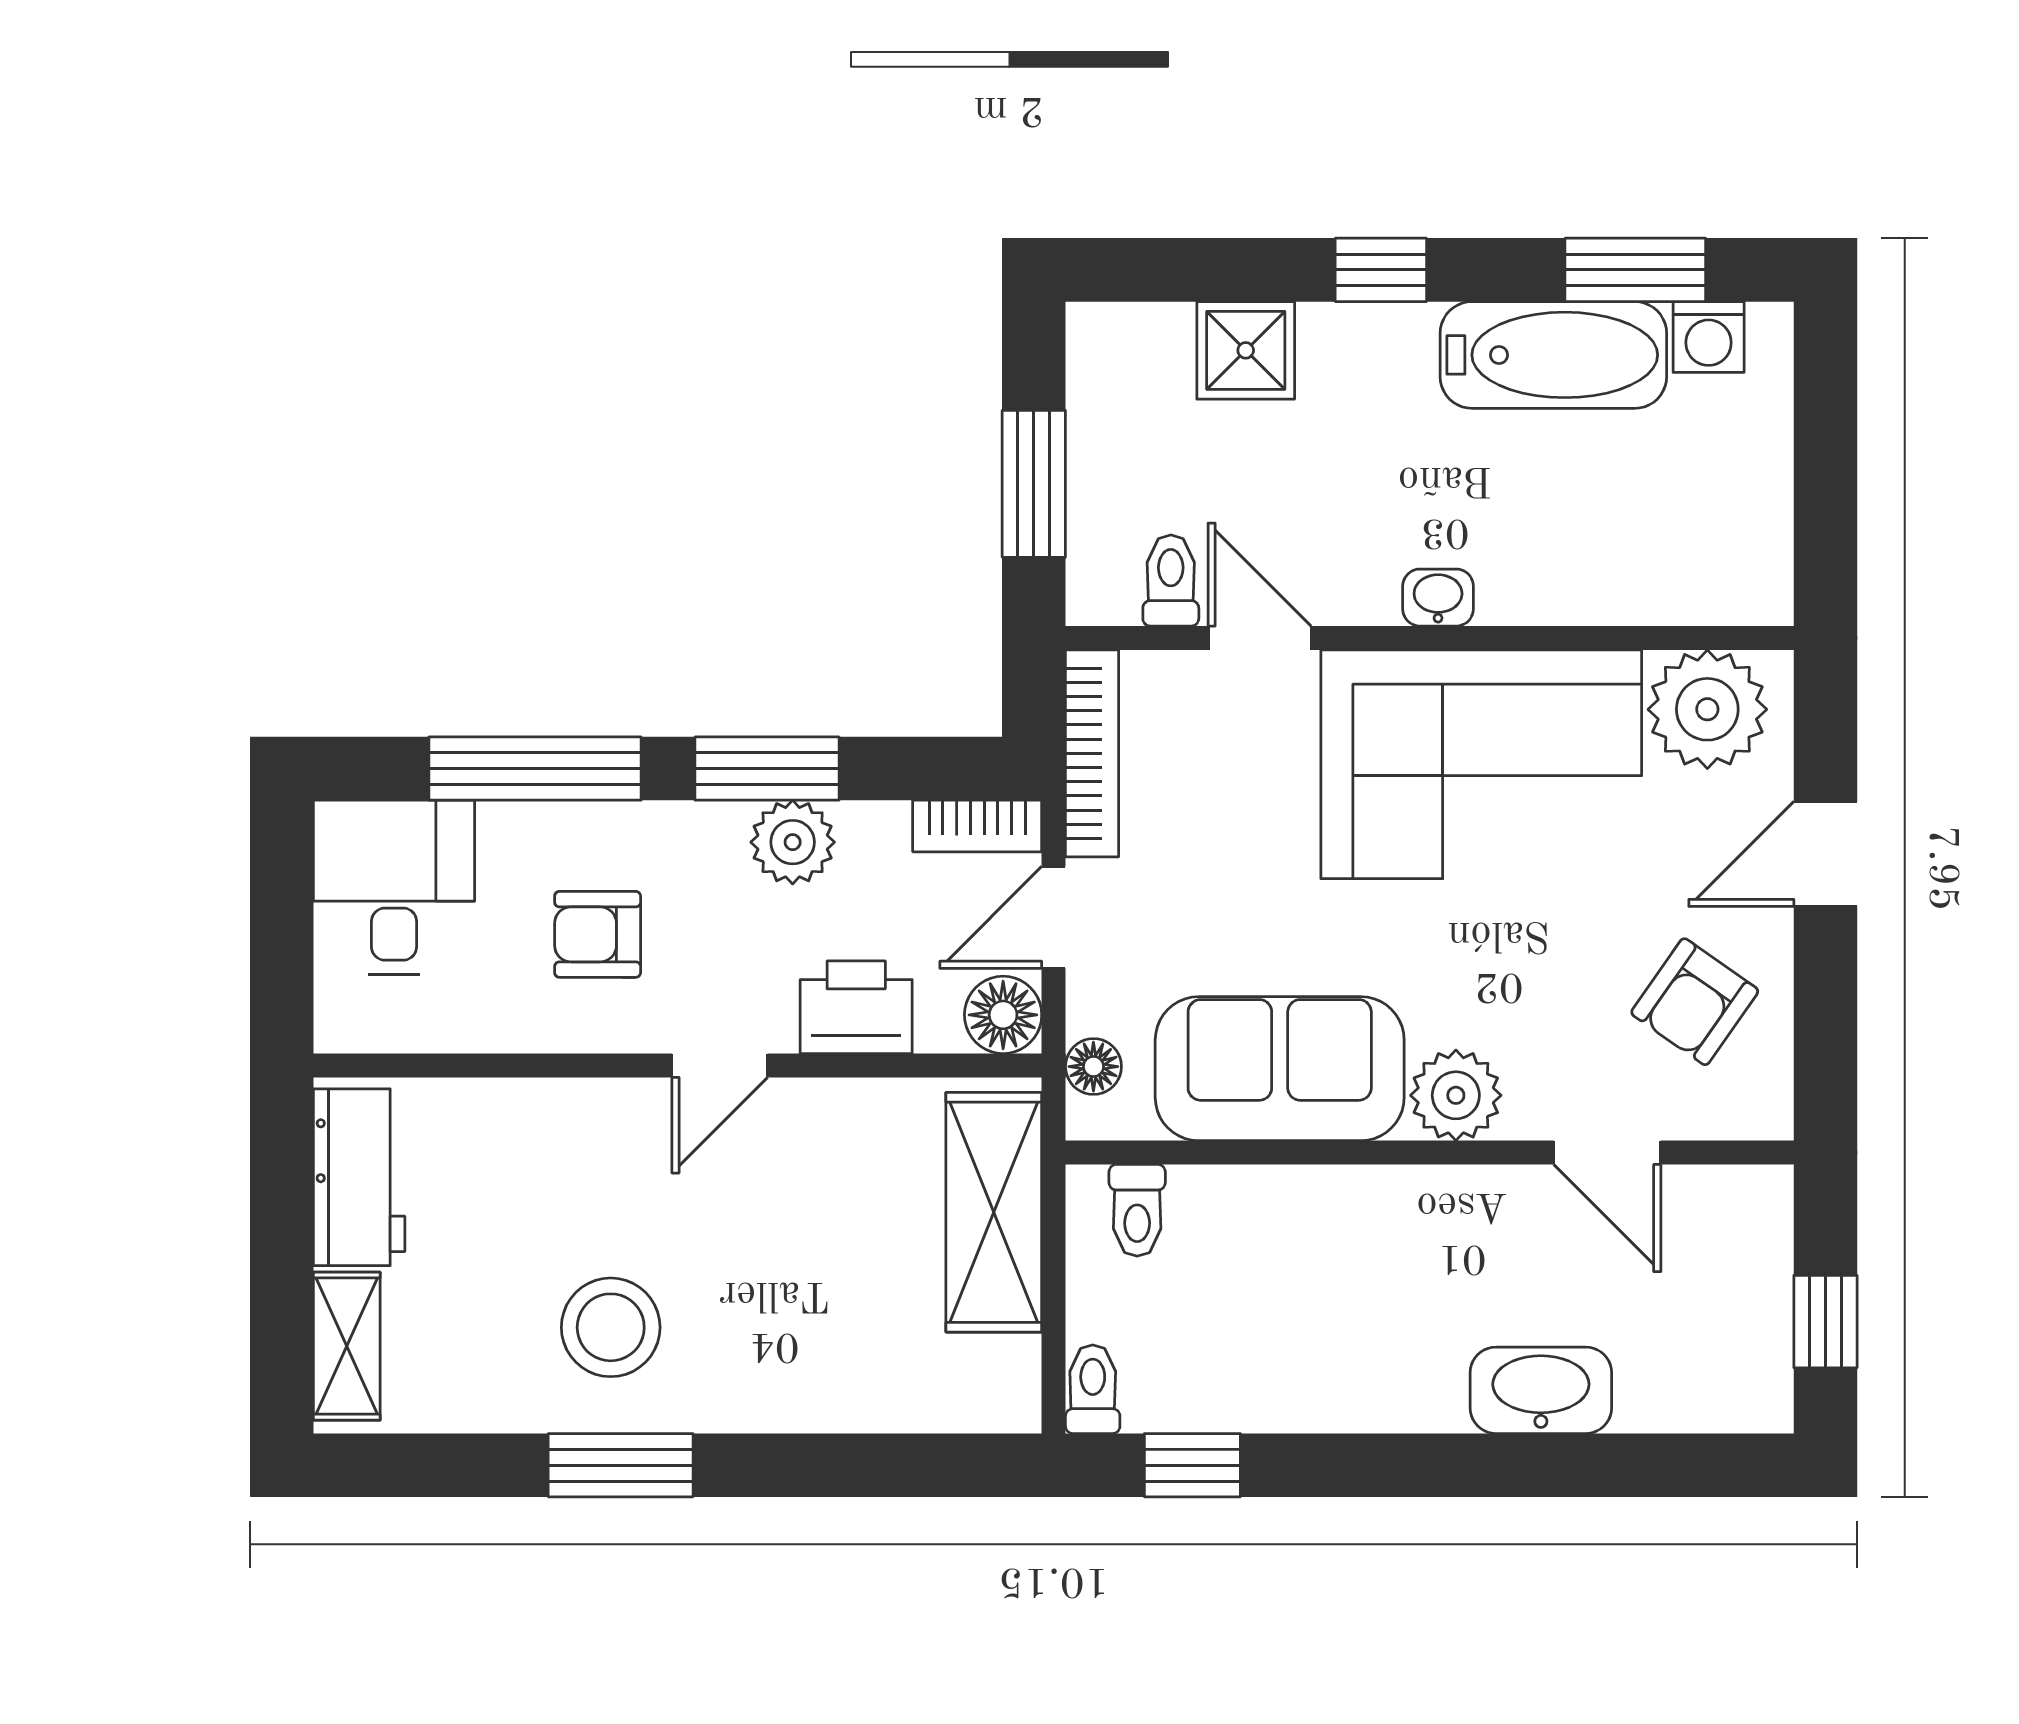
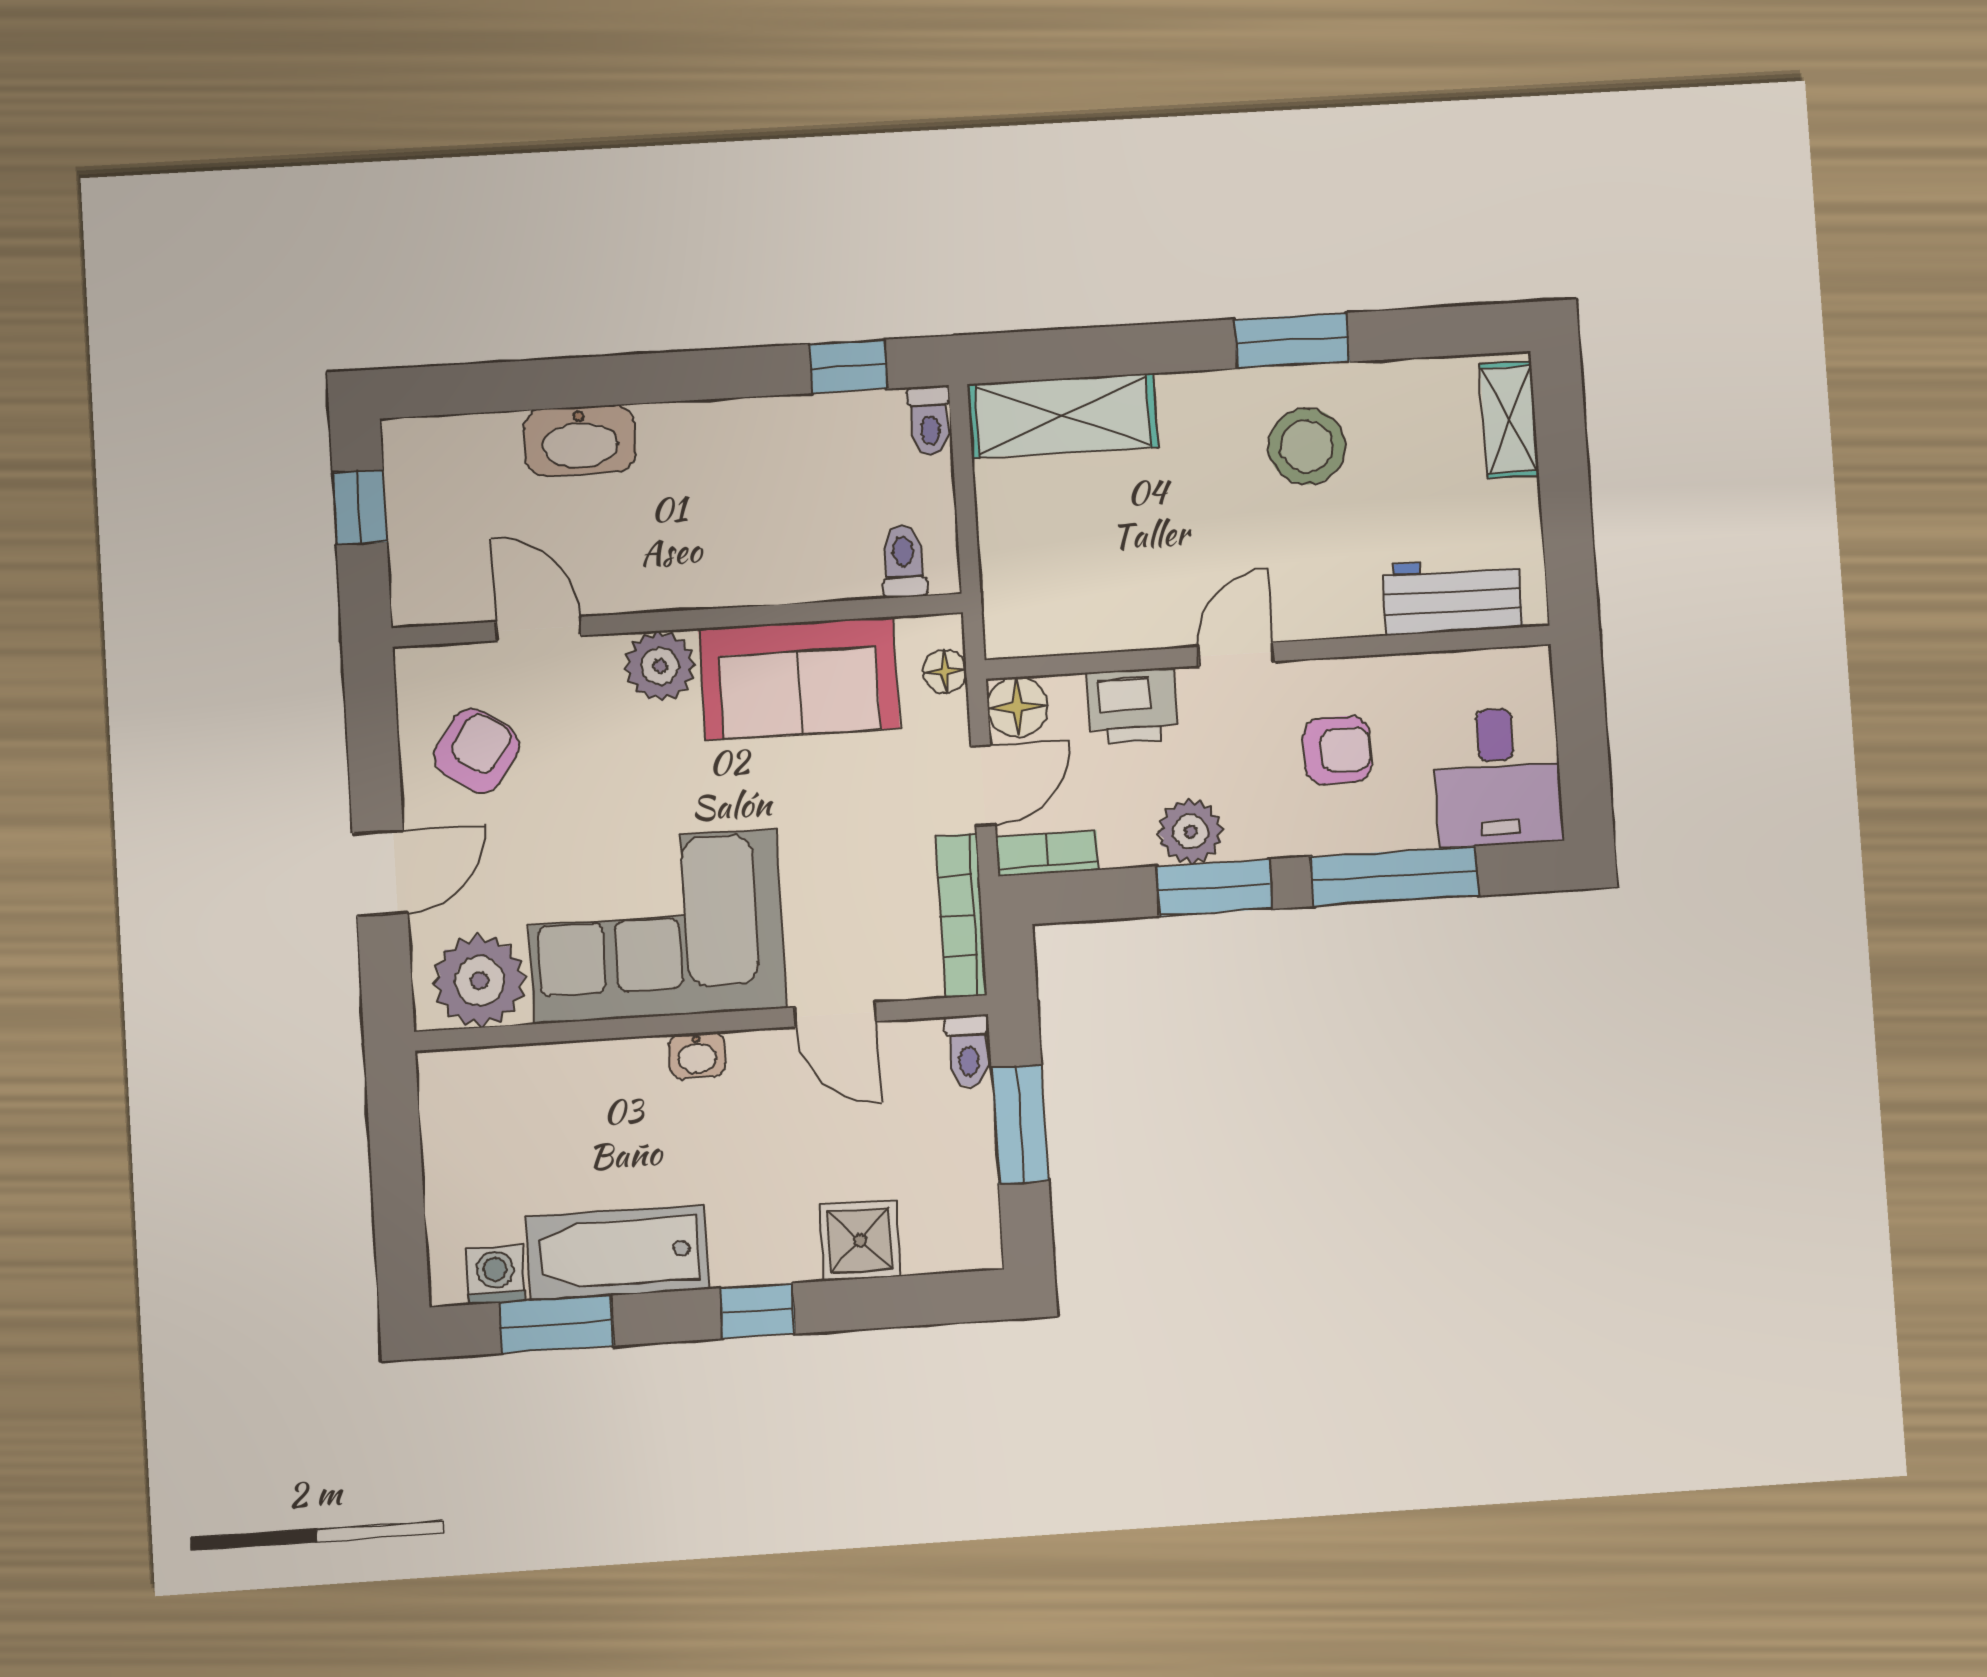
toilet: (1171, 580) -> (968, 1051), moved
workbench: (359, 1177) -> (1452, 596), moved, turned 90
shelving: (994, 1212) -> (1063, 416), moved, turned 90

